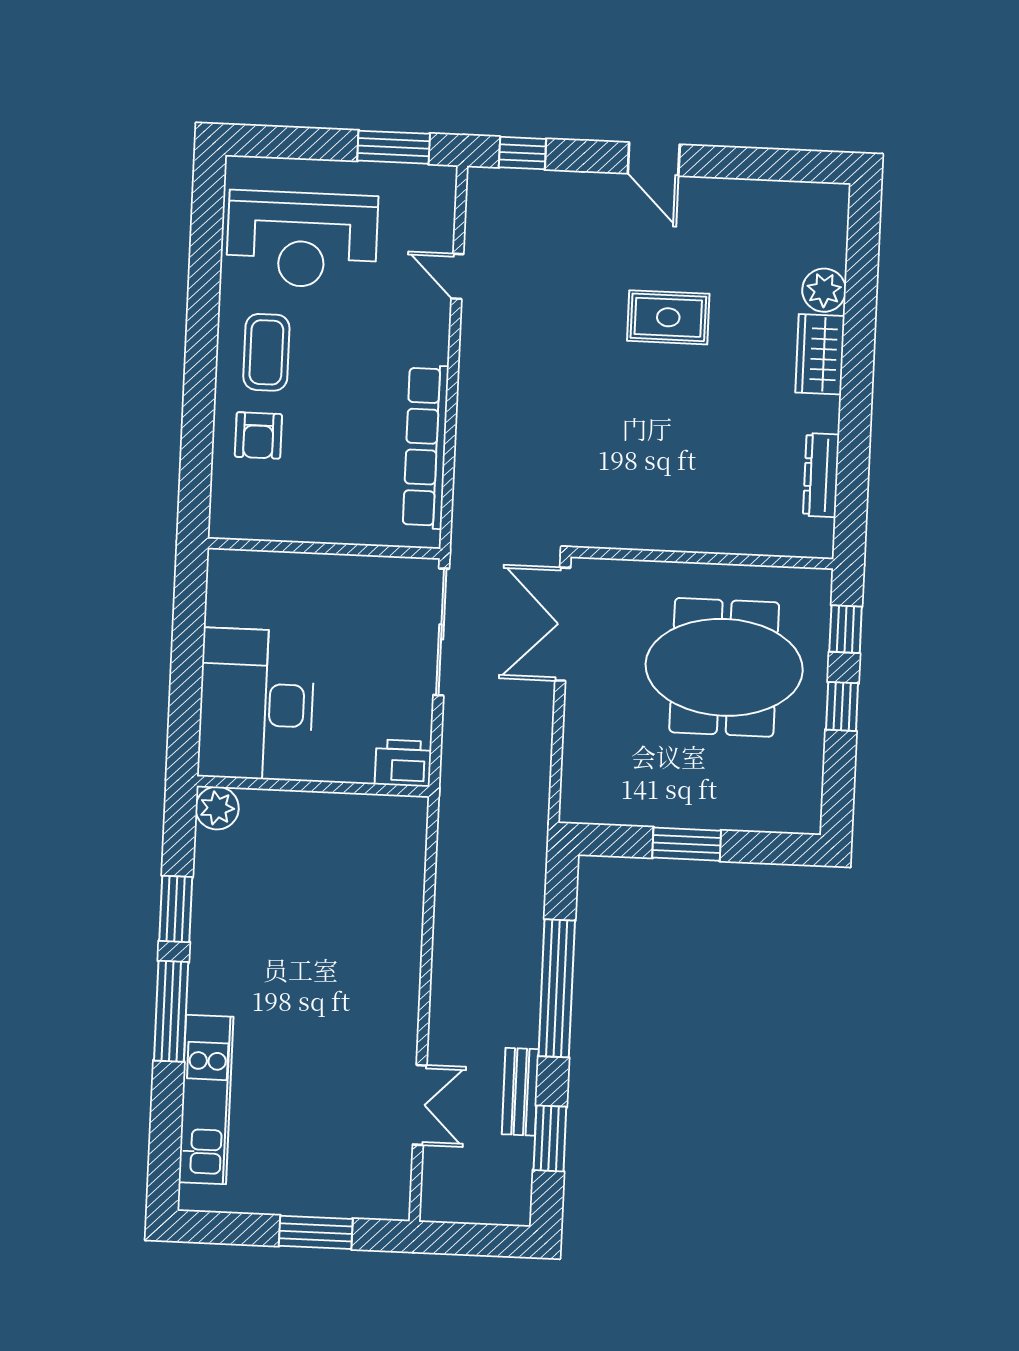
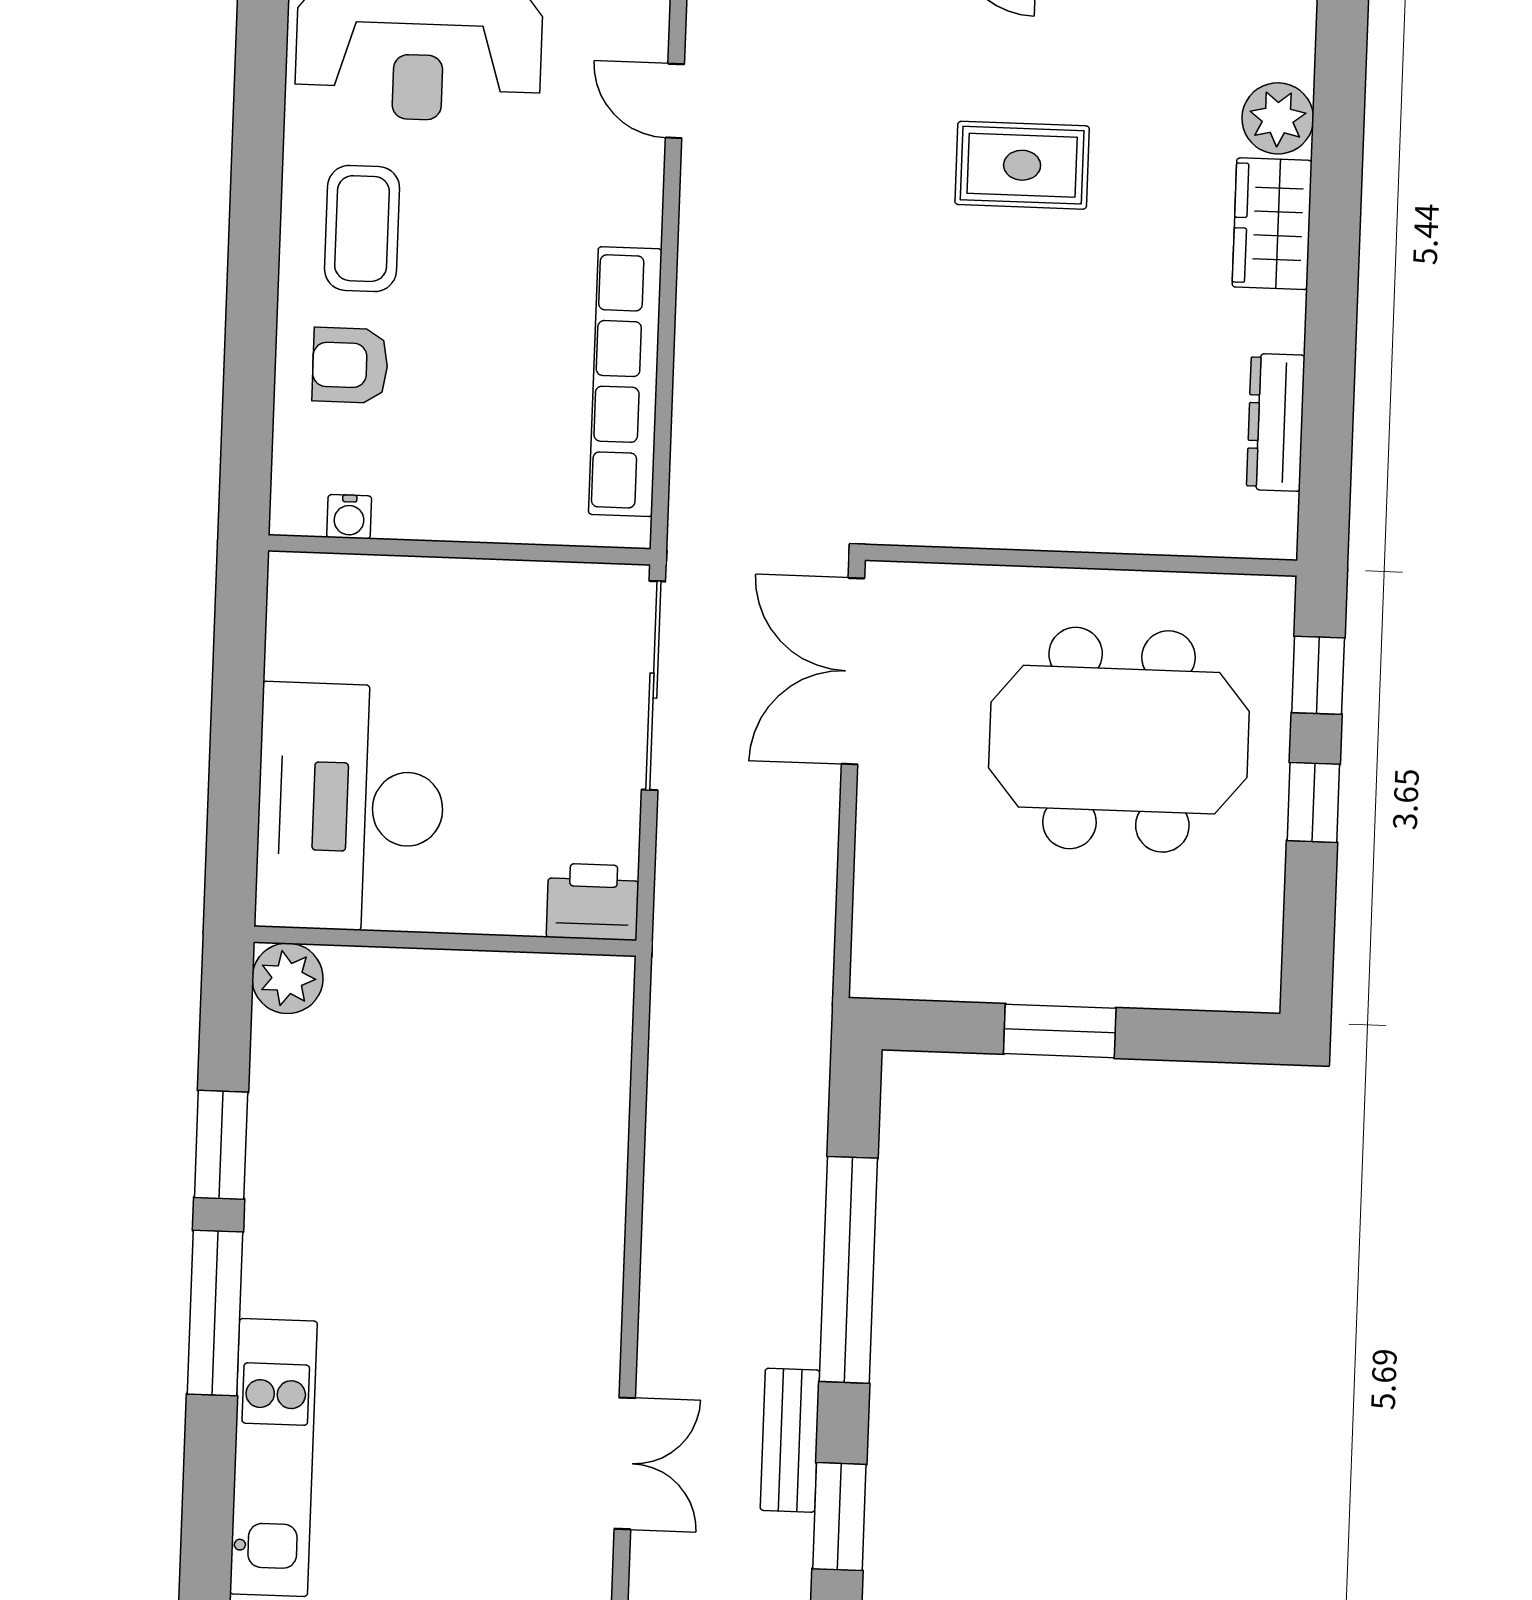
armchair: (258, 435) -> (350, 365), turned 90
water cooler: (257, 528) -> (349, 517), added

